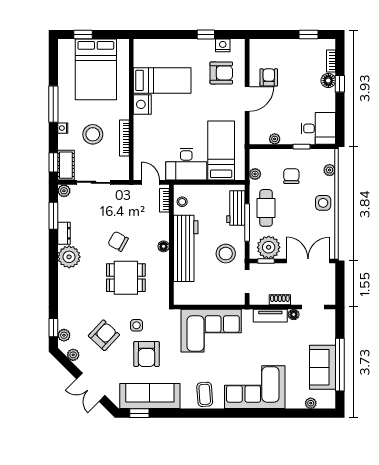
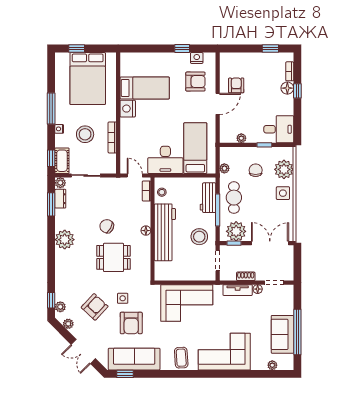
plant: (330, 170) -> (284, 169), width x1.88, depth x1.88
dresser: (64, 233) -> (60, 199), moved

